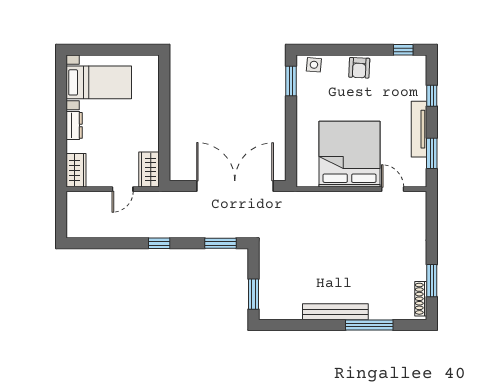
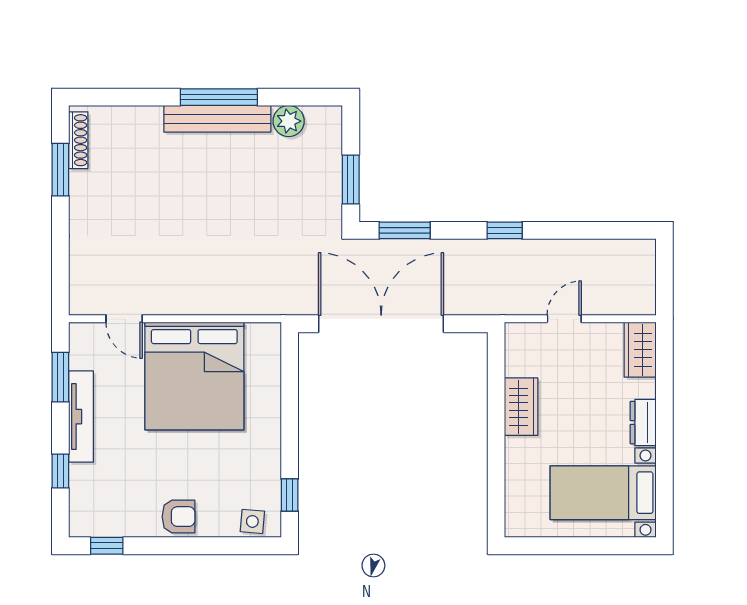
armchair: (359, 68) -> (179, 517), turned 87
window: (291, 81) -> (290, 495), width x0.67
wardrobe: (149, 169) -> (521, 407), moved
double door: (235, 186) -> (381, 324), swing flipped
window: (254, 294) -> (351, 179), moved
plant: (292, 310) -> (289, 121), added
window: (369, 325) -> (219, 97), moved

